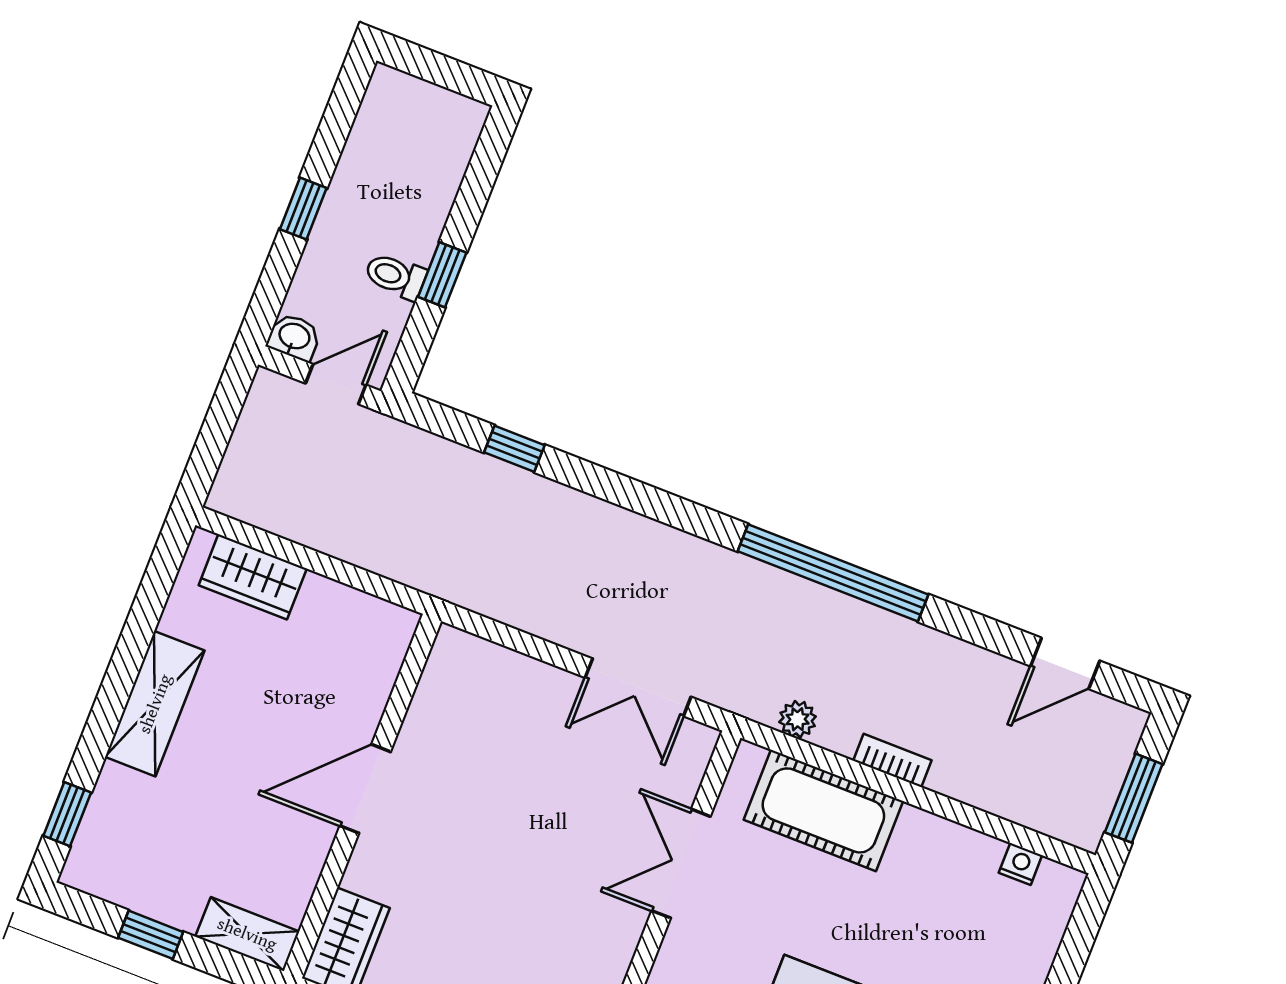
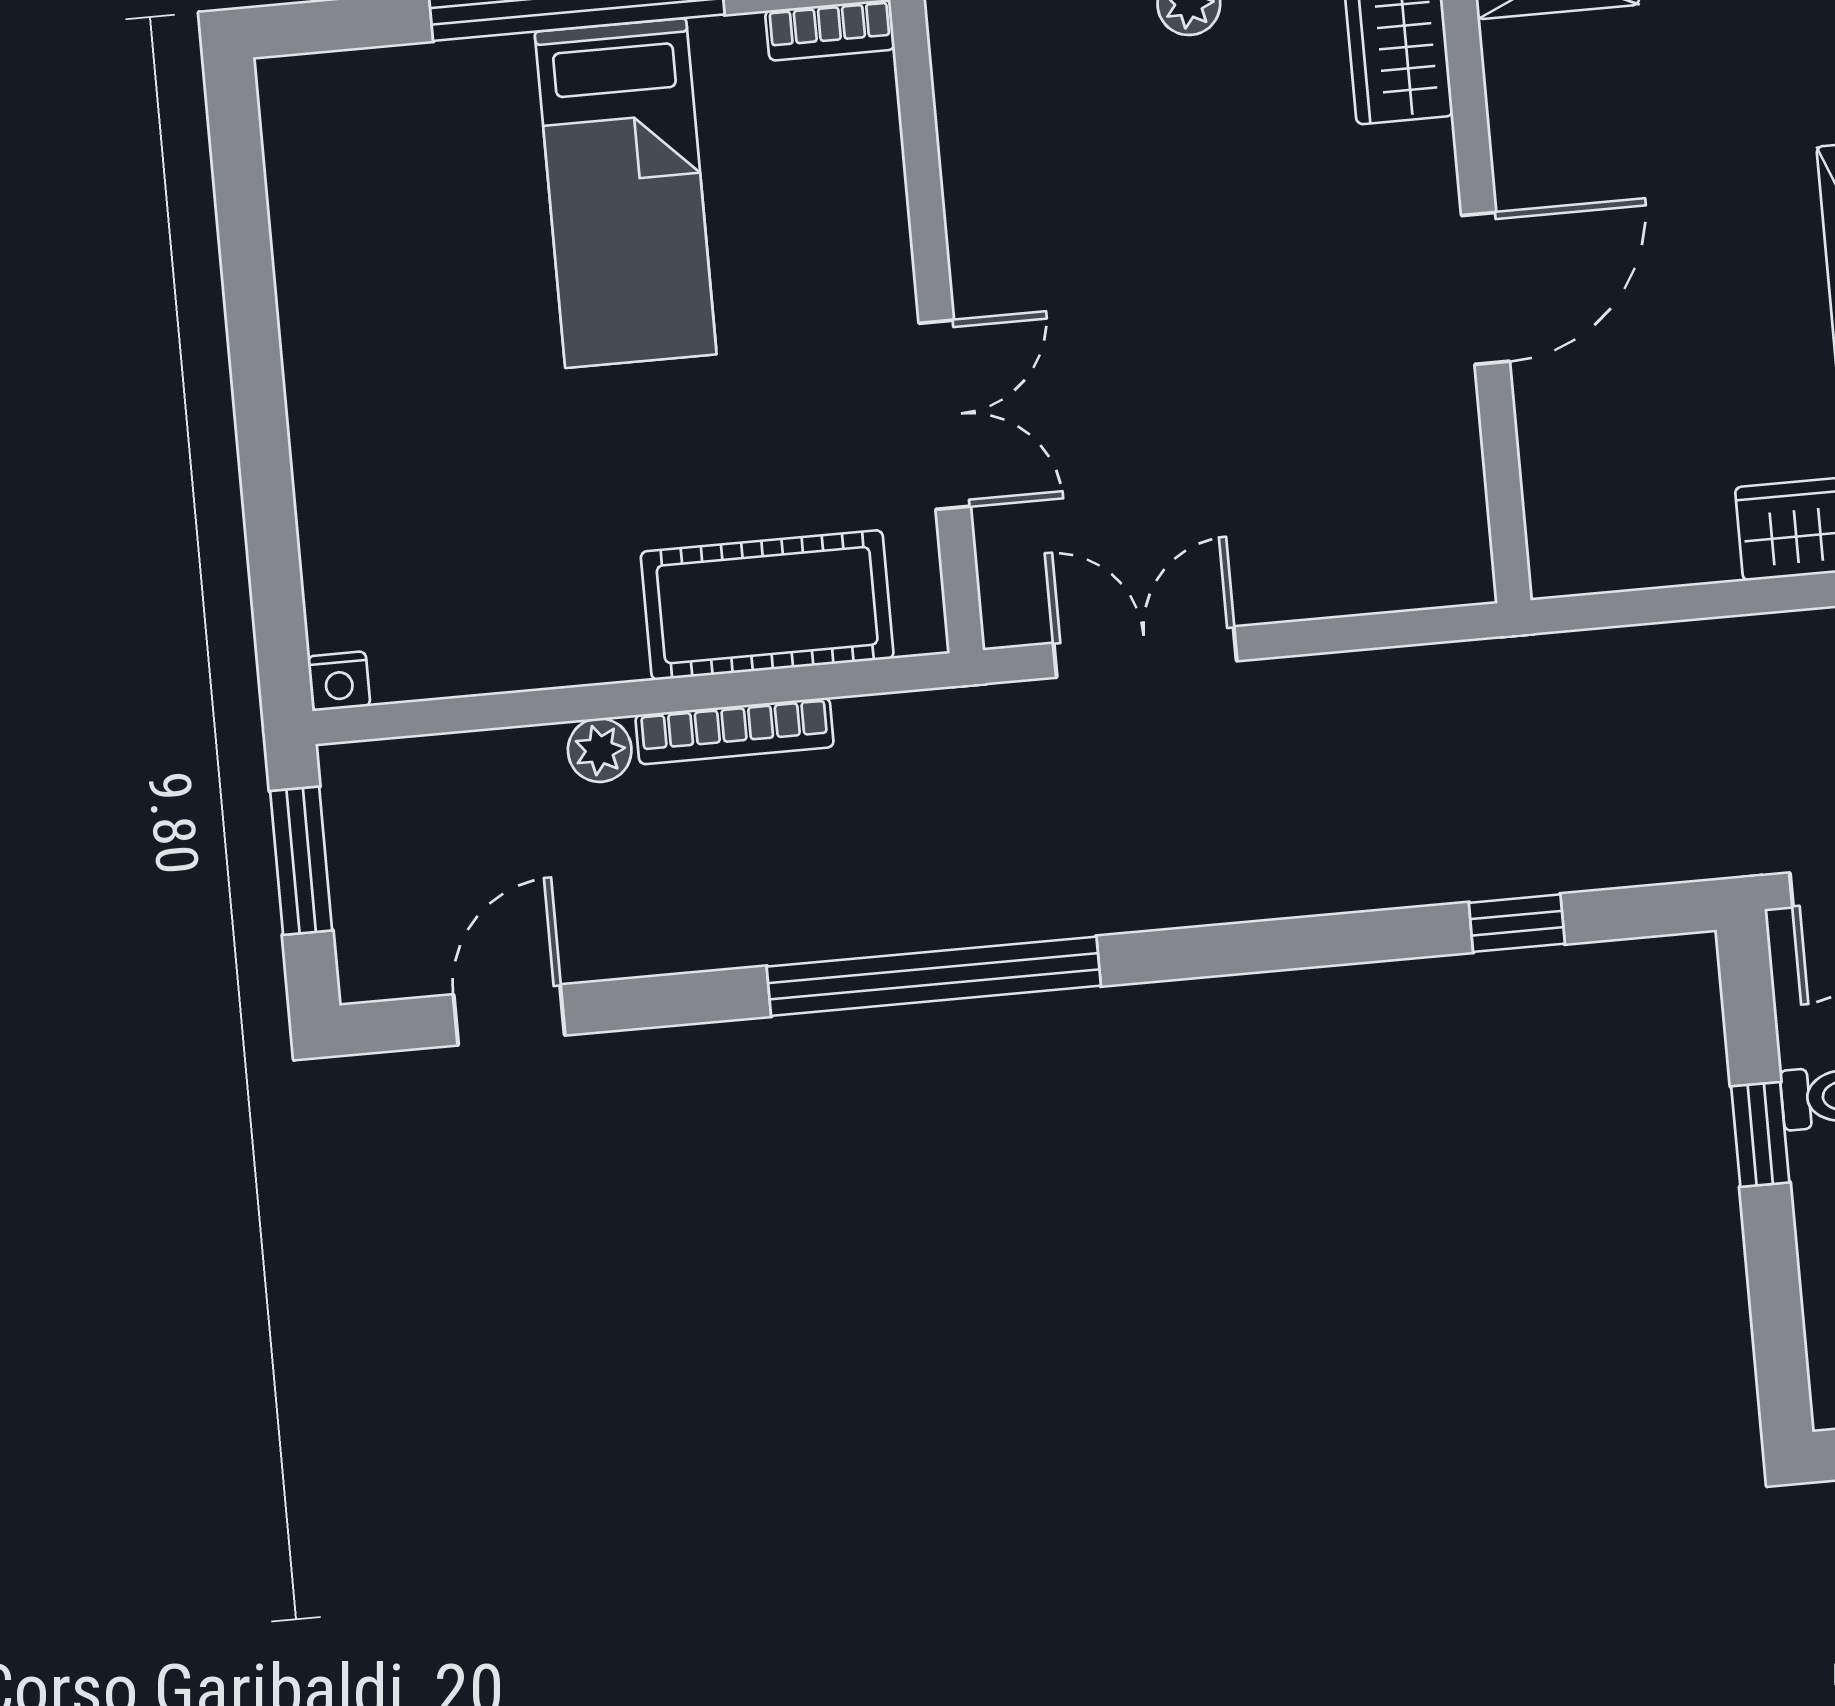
plant: (798, 719) -> (600, 750), moved
bookcase: (892, 761) -> (735, 731), width x1.56
nightstand: (1020, 864) -> (339, 681), moved

